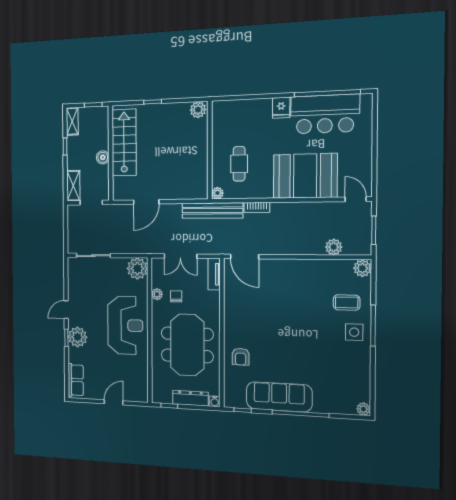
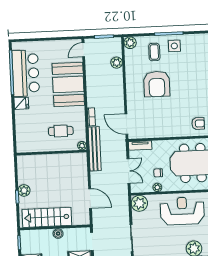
plant: (198, 110) -> (24, 190), moved
door: (245, 257) -> (126, 124), swing flipped
armchair: (299, 303) -> (157, 84), added

